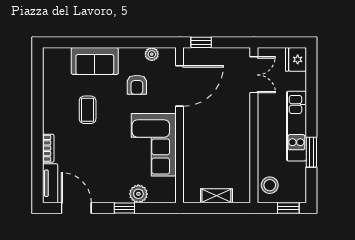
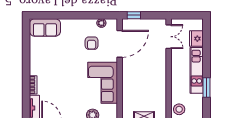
fridge: (296, 59) -> (196, 39), moved
sofa: (95, 61) -> (45, 27), moved
coffee table: (88, 110) -> (59, 60), removed

